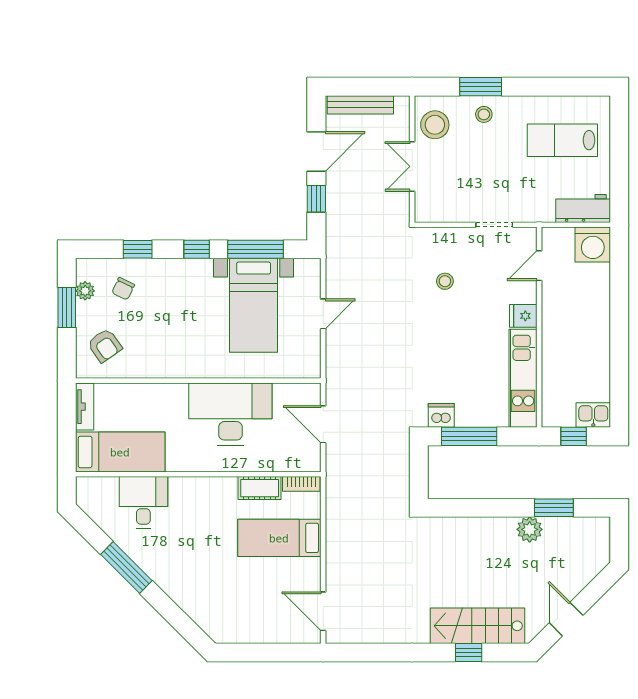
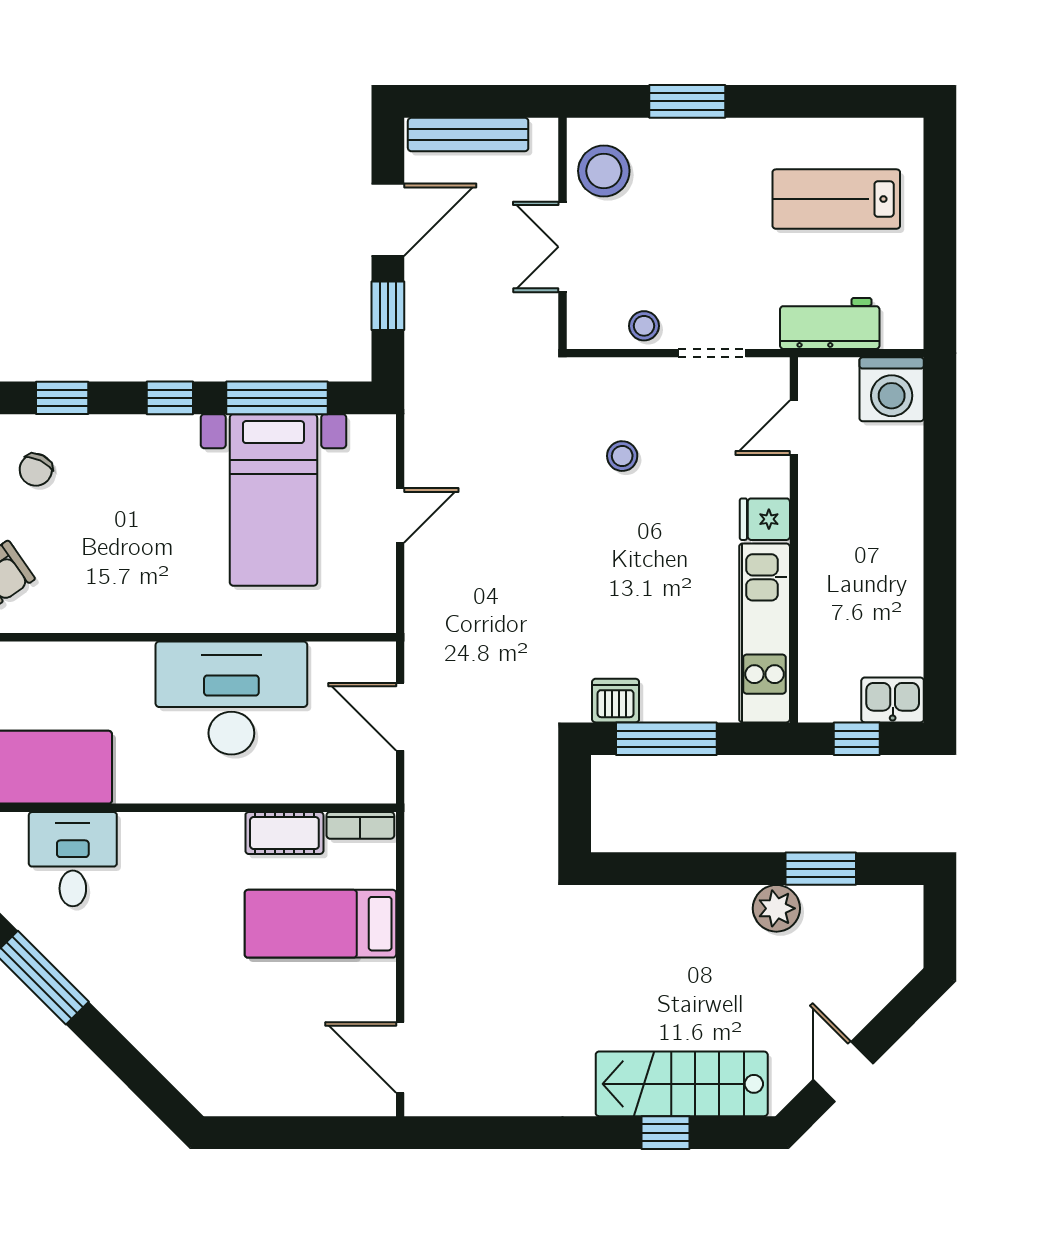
stool: (484, 114) -> (644, 326), moved
workbench: (583, 208) -> (830, 323), moved

